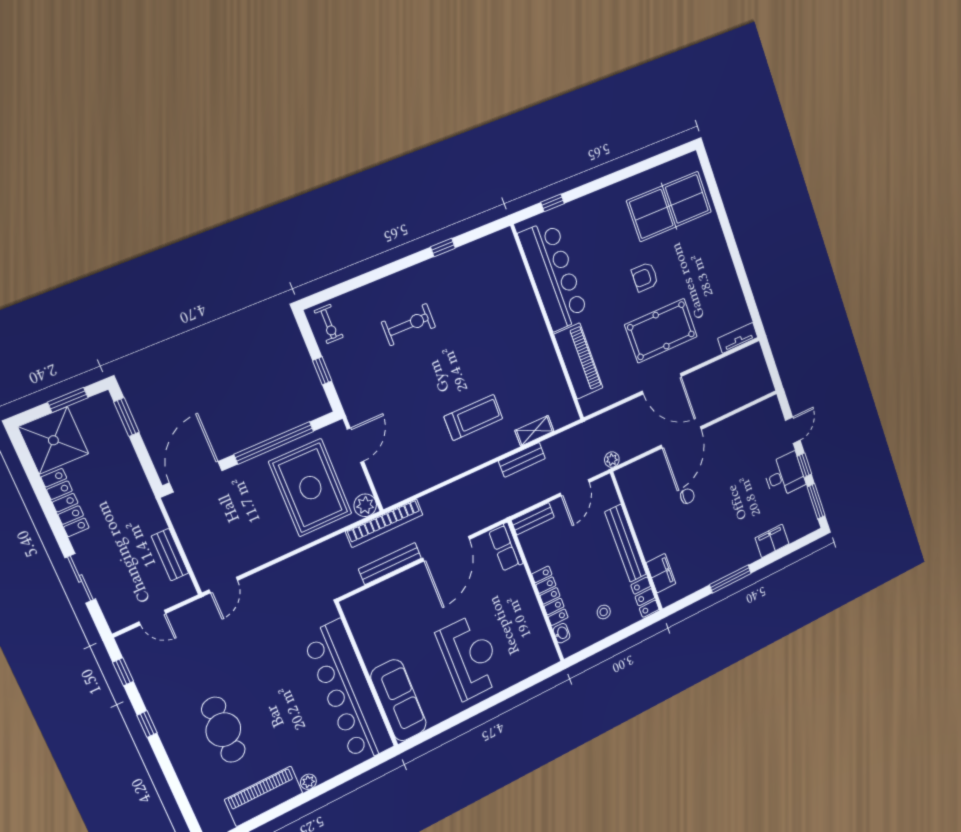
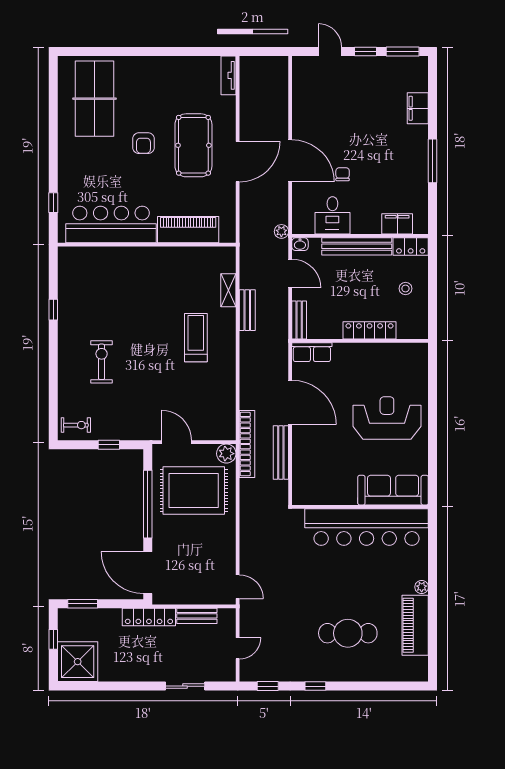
window: (68, 400) -> (53, 639), width x0.67
desk: (784, 475) -> (332, 215), moved, turned 180
locker: (65, 503) -> (149, 617), moved, turned 180
washbasin: (562, 633) -> (300, 244), moved, turned 180

